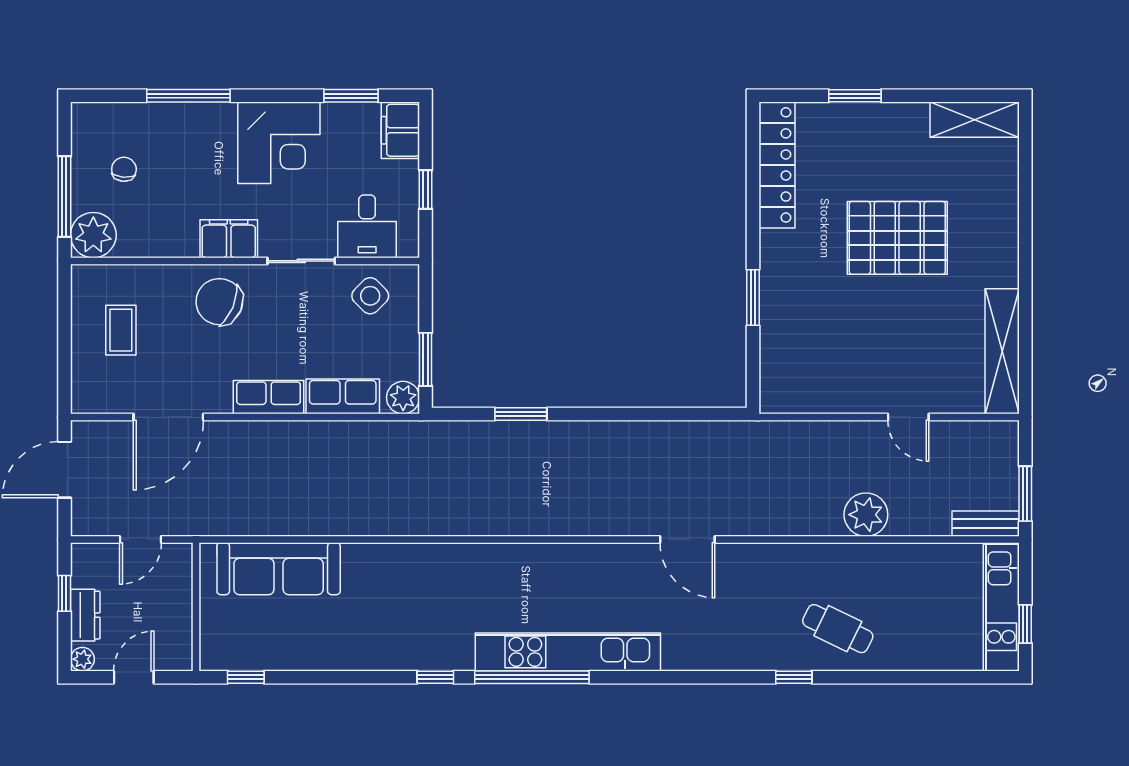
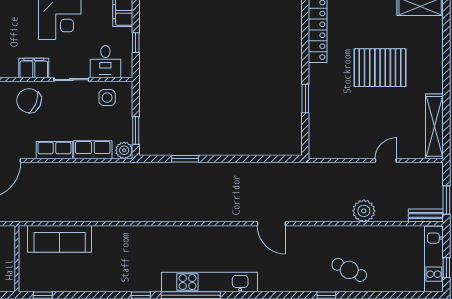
side table: (370, 296) -> (107, 98), turned 45
door: (908, 417) -> (386, 160), swing flipped

